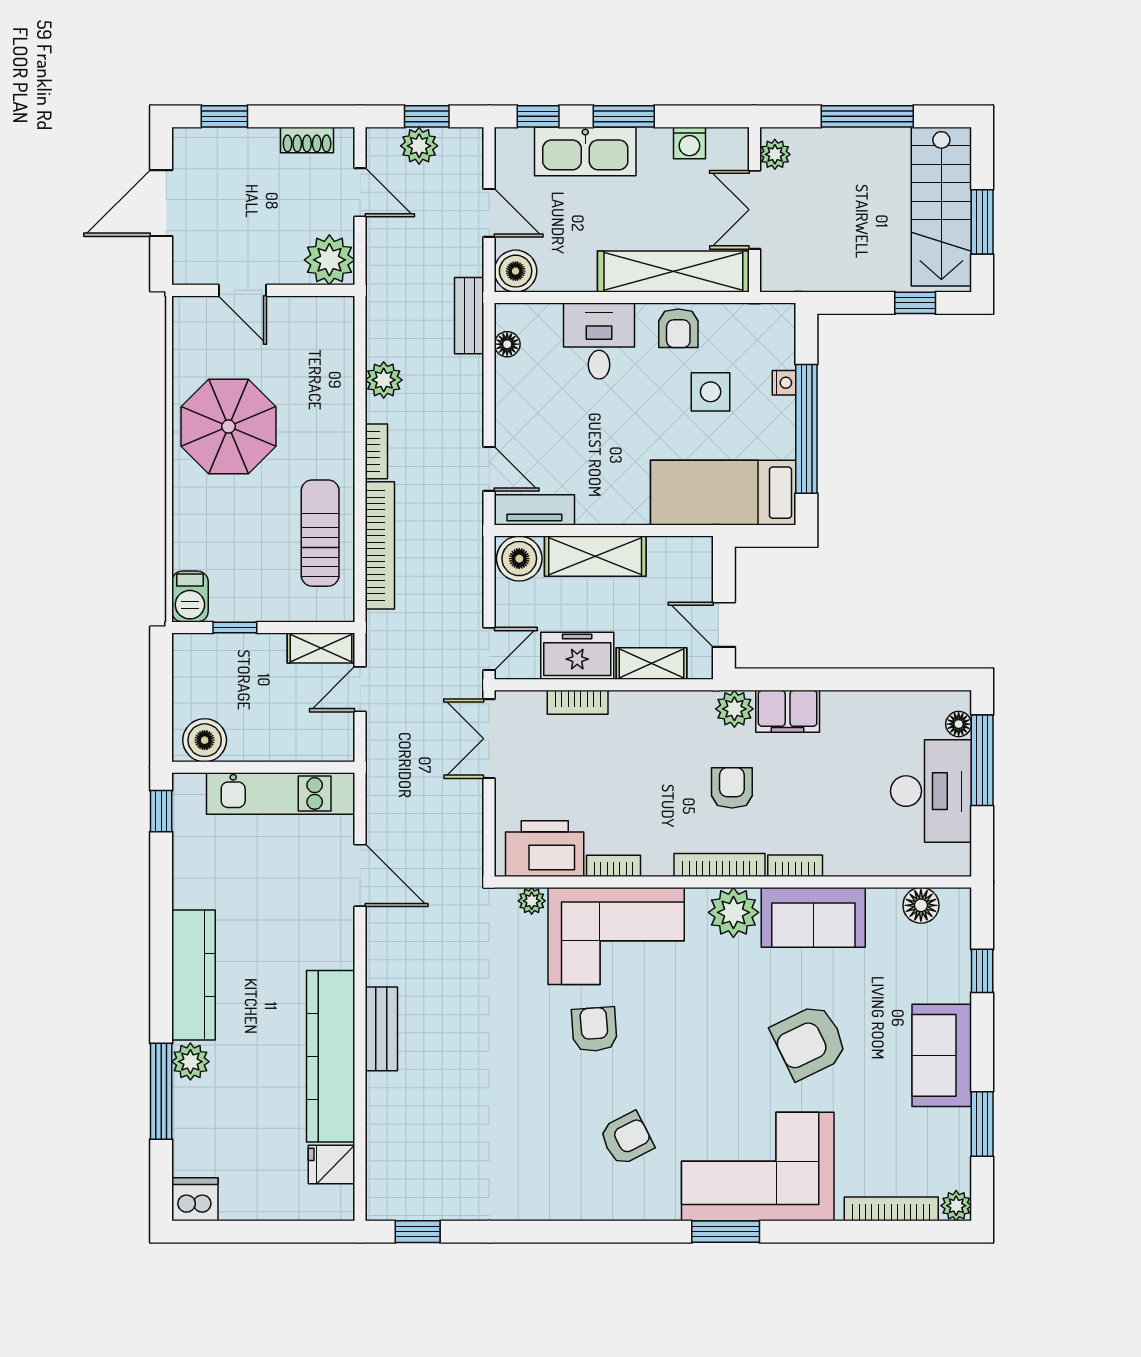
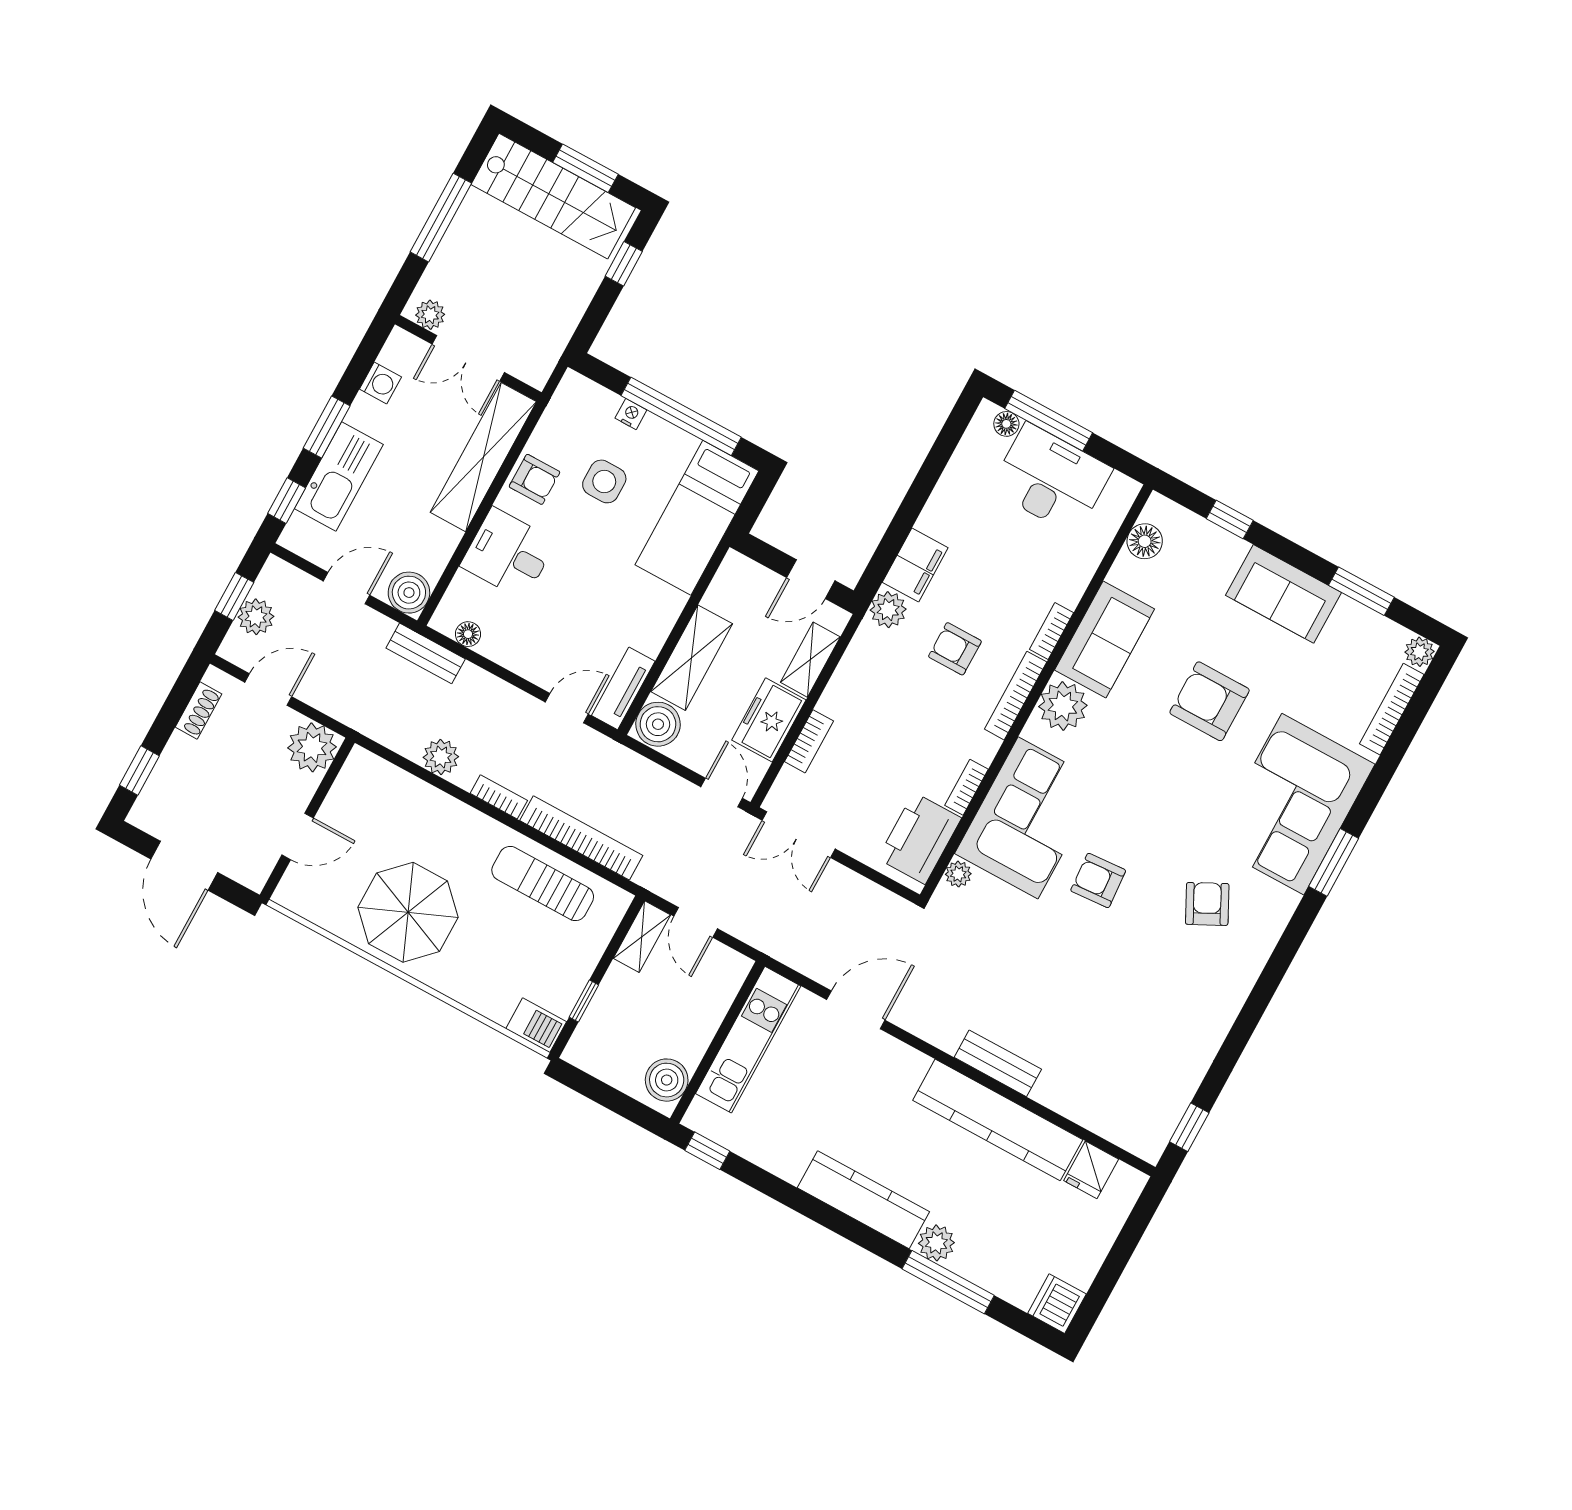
armchair: (809, 1042) -> (1210, 701), turned 116

